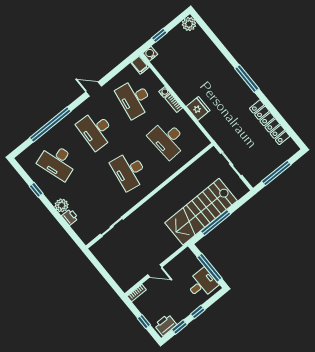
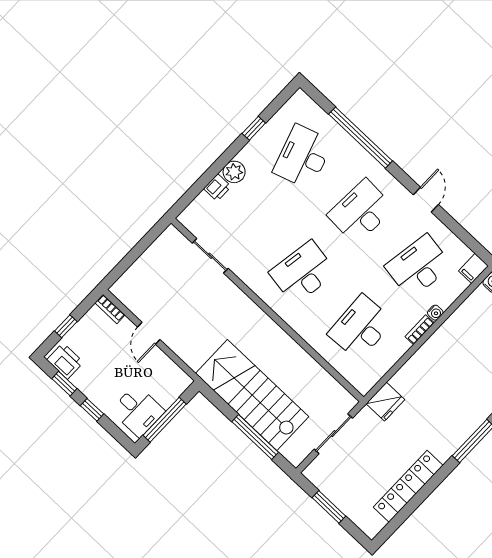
fridge: (198, 108) -> (385, 402), moved
window: (276, 173) -> (329, 507), width x0.69
window: (216, 223) -> (255, 437), moved

